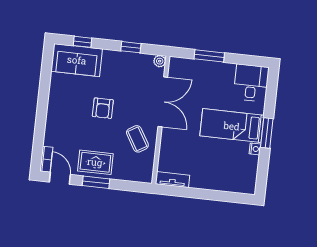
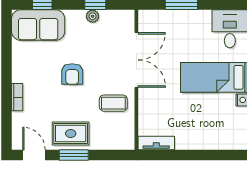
plant: (160, 61) -> (93, 16), moved
coffee table: (137, 139) -> (113, 103), turned -59
bookcase: (46, 159) -> (17, 97), moved

